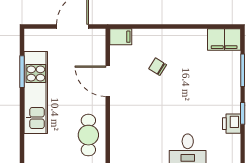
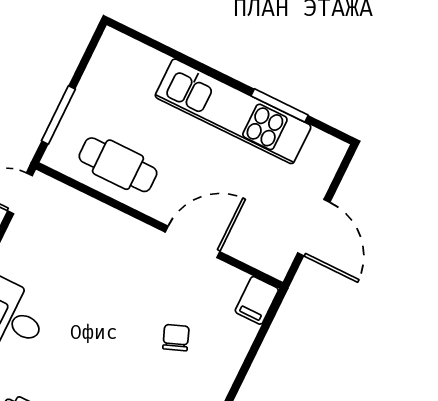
chair: (158, 67) -> (176, 338), turned -53

